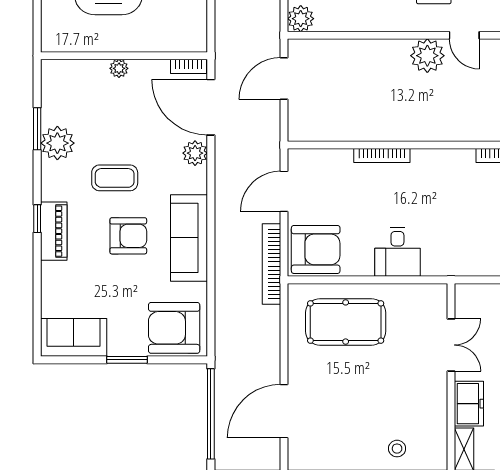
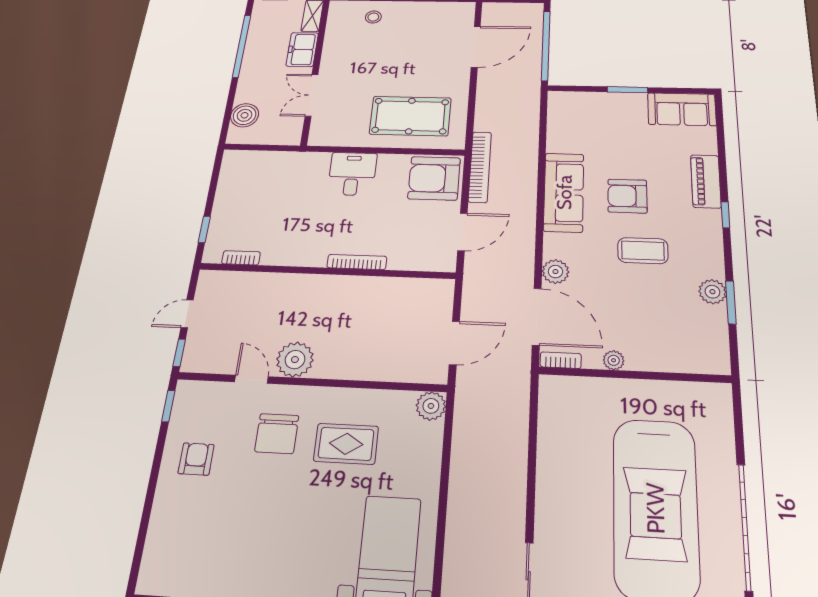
plant: (119, 68) -> (614, 360), moved
plant: (57, 143) -> (712, 292), width x0.73, depth x0.73
piano: (54, 231) -> (706, 181), moved
armchair: (174, 328) -> (580, 115), removed

